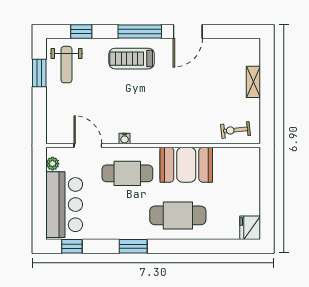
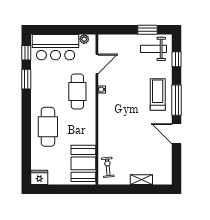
booth: (186, 165) -> (83, 163), moved
window: (133, 246) -> (26, 79), moved

